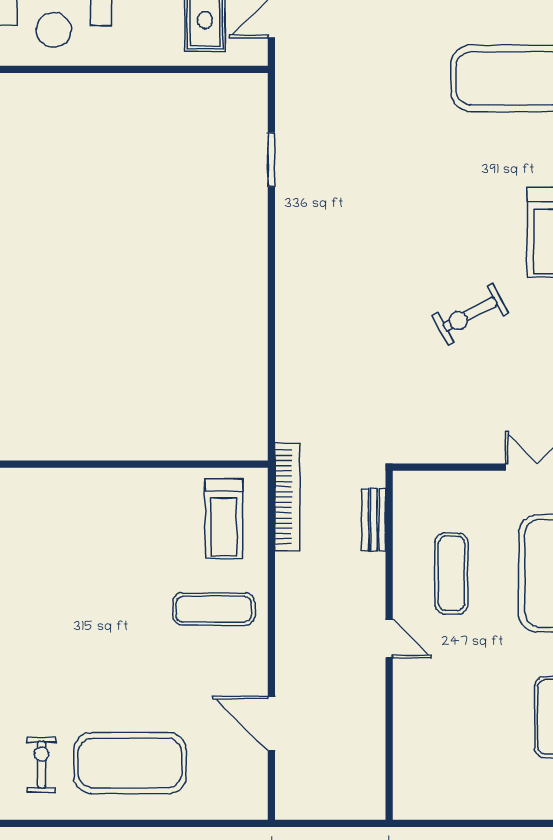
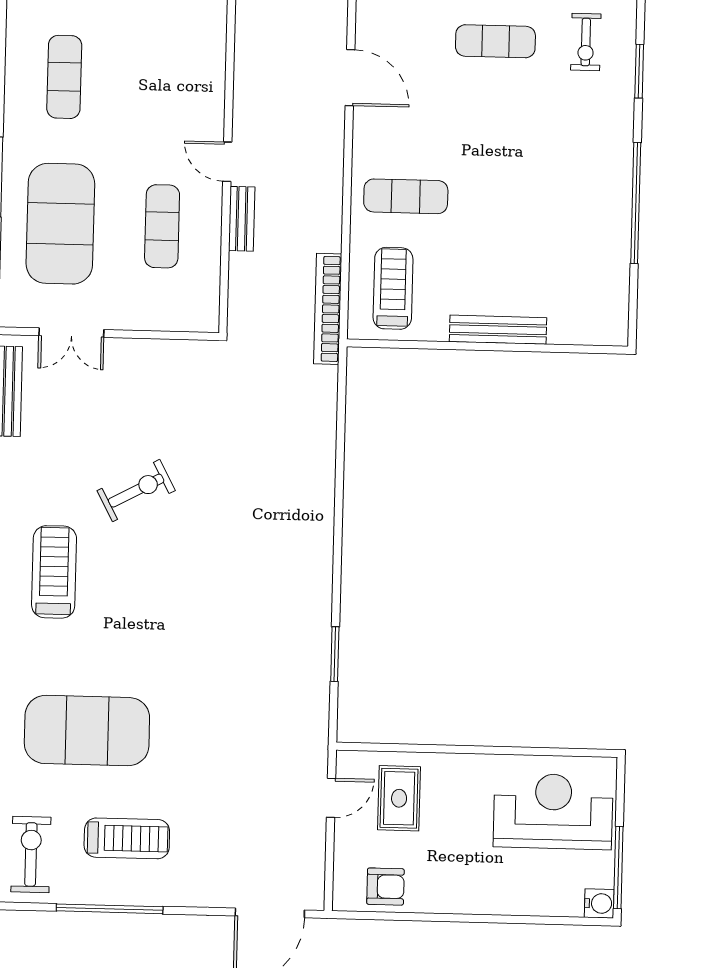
bench: (120, 481) -> (498, 330), added
bench: (374, 520) -> (242, 219), moved
exercise mat: (130, 763) -> (495, 41), width x0.50, depth x0.69

